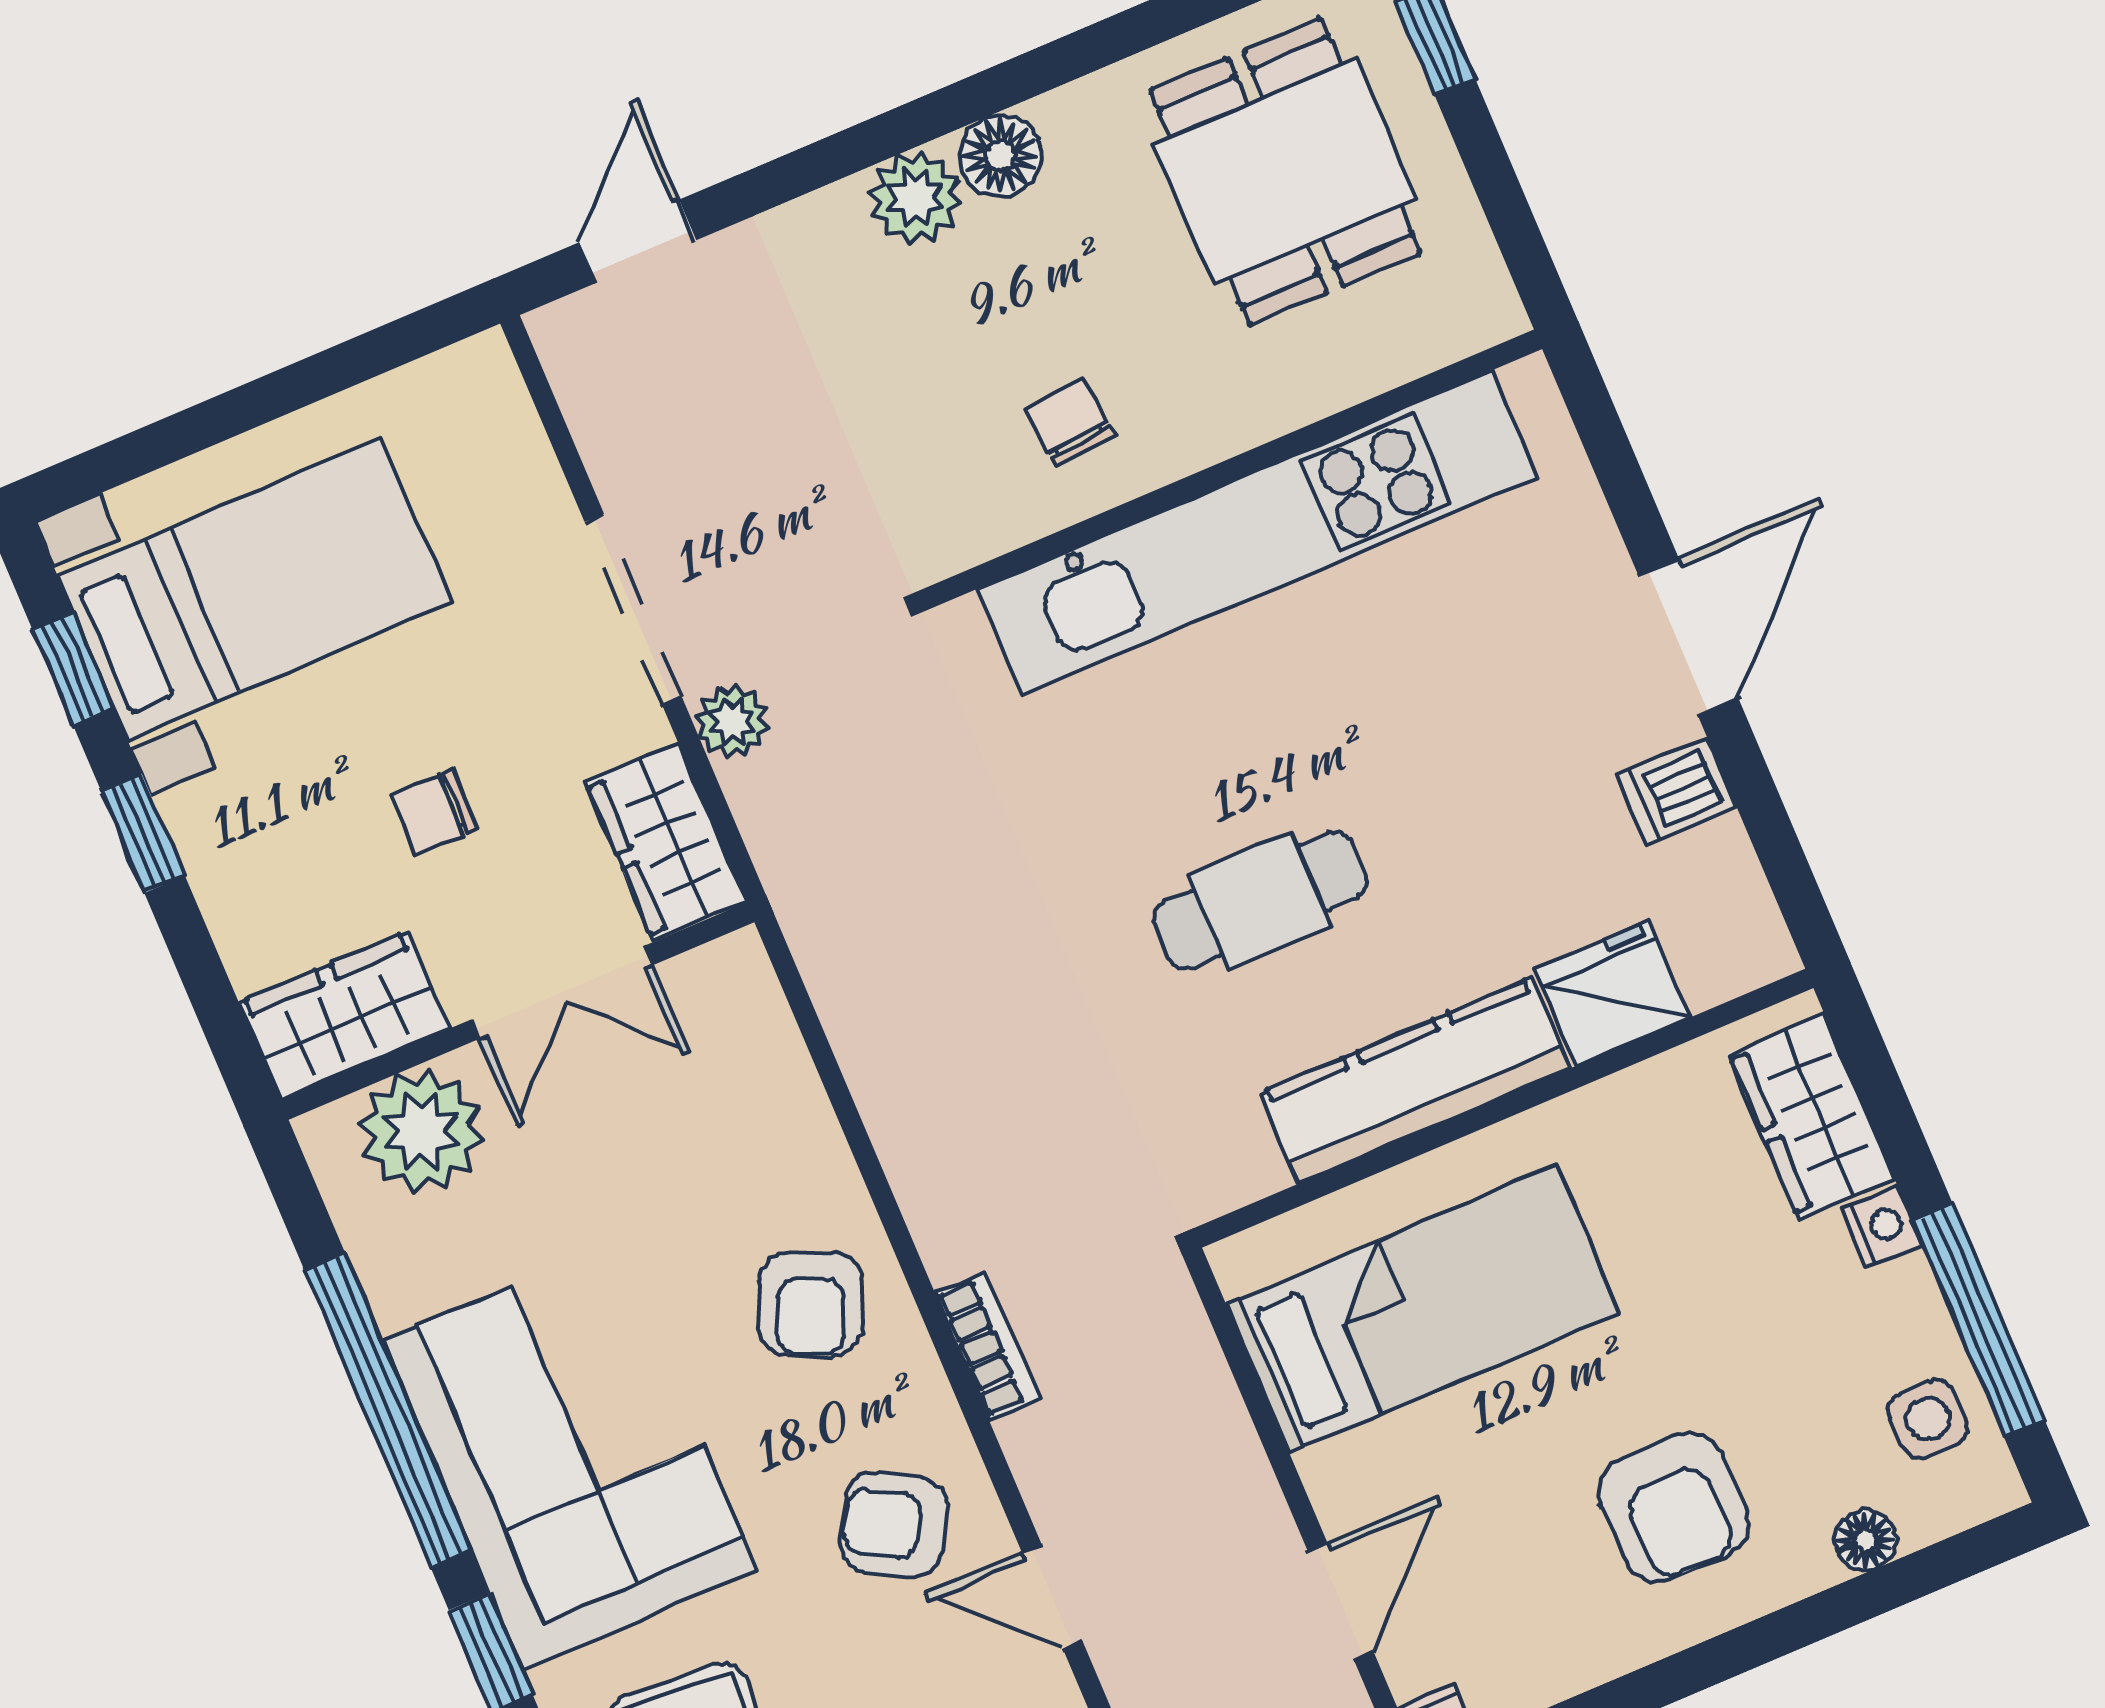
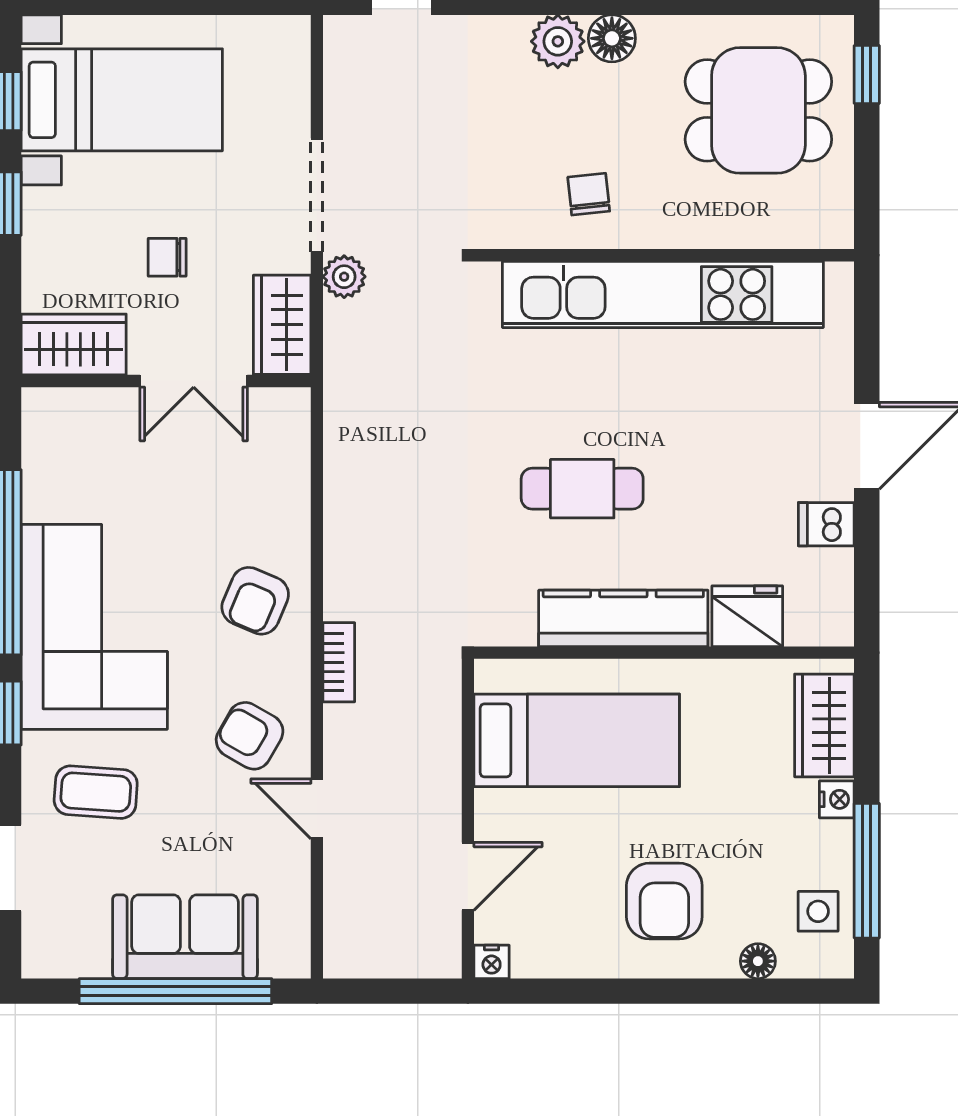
dining table: (1285, 172) -> (758, 110), turned 90
plant: (421, 1131) -> (89, 423), removed

